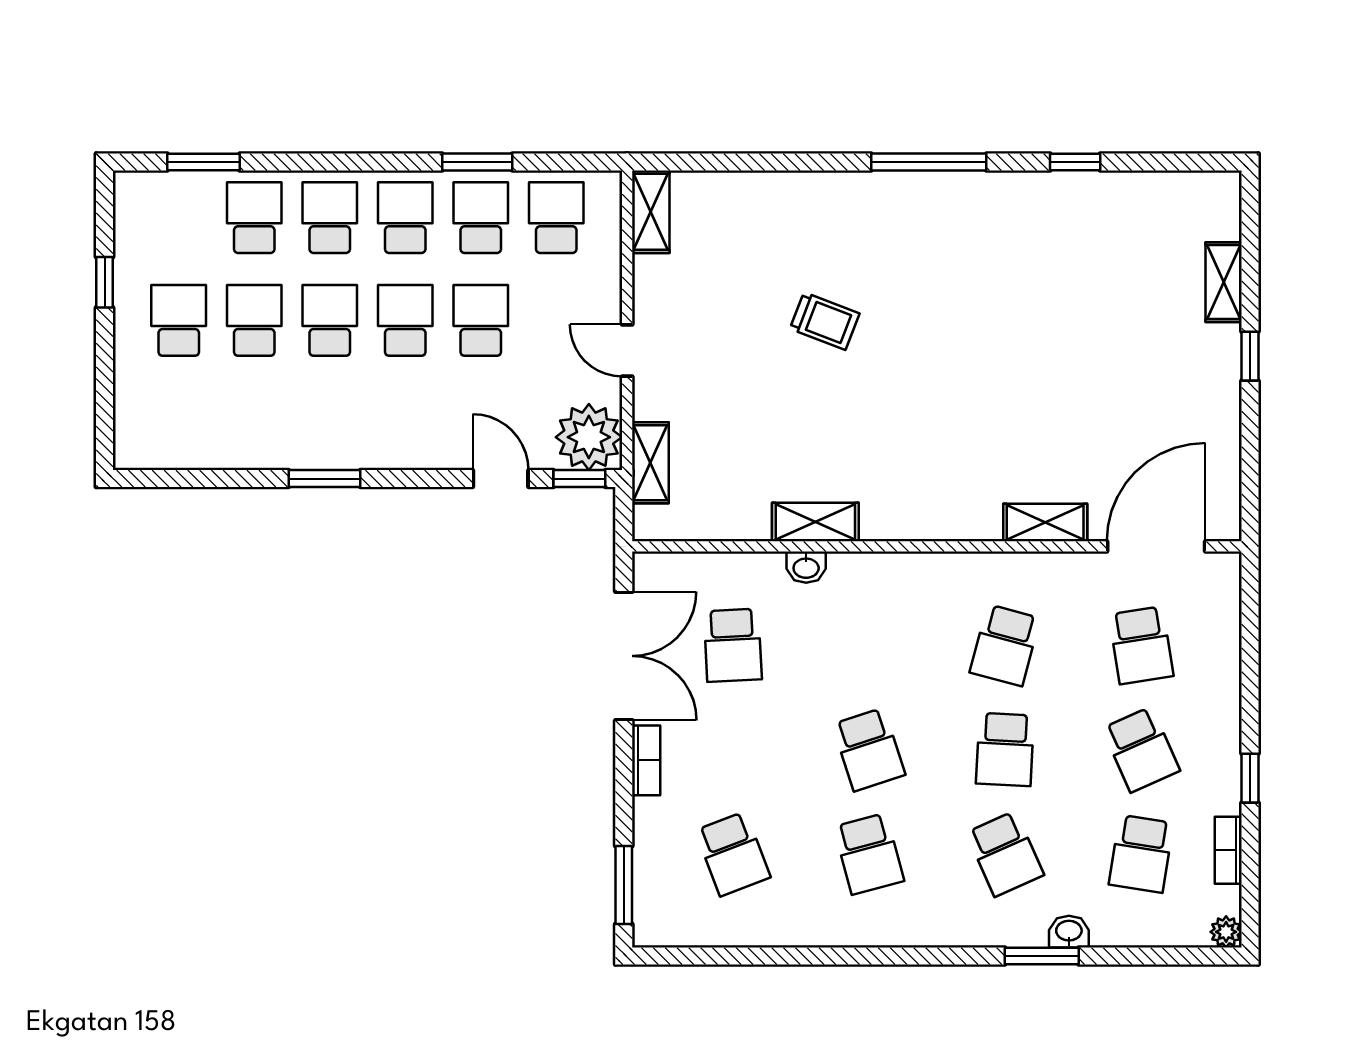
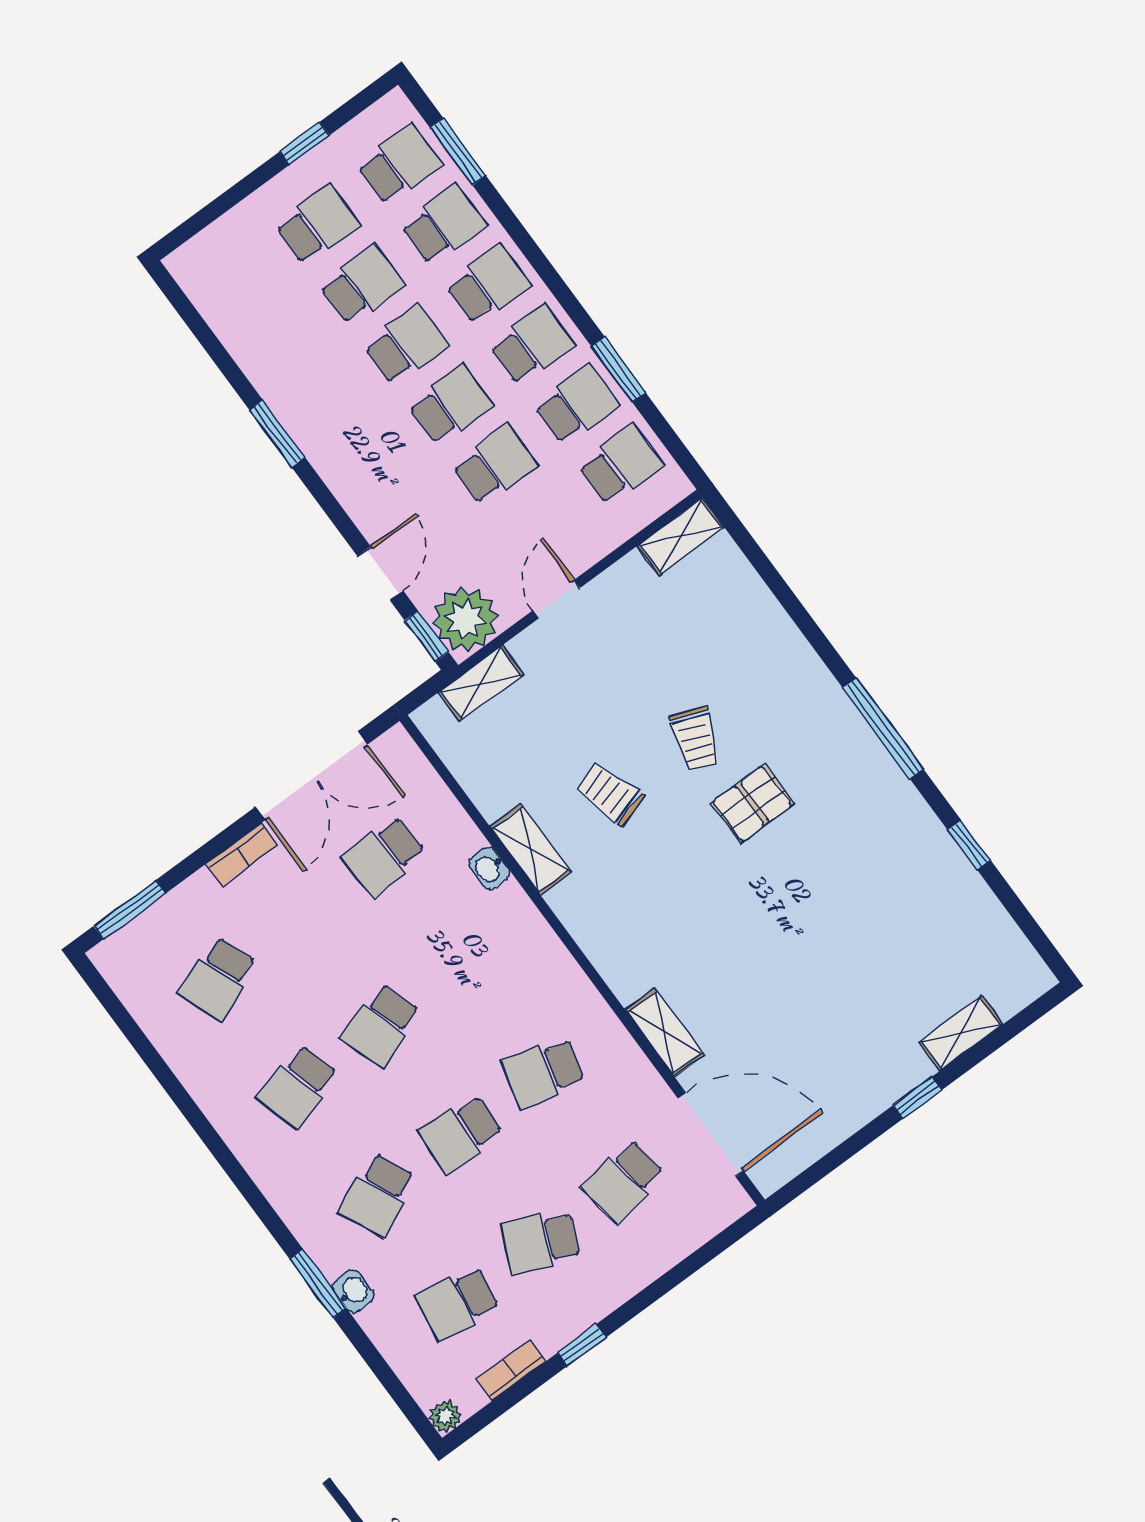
school desk: (179, 218) -> (399, 165), added
pallet: (911, 314) -> (752, 804), added
trolley: (818, 424) -> (610, 794), added
school desk: (1141, 750) -> (541, 1242), turned 48

